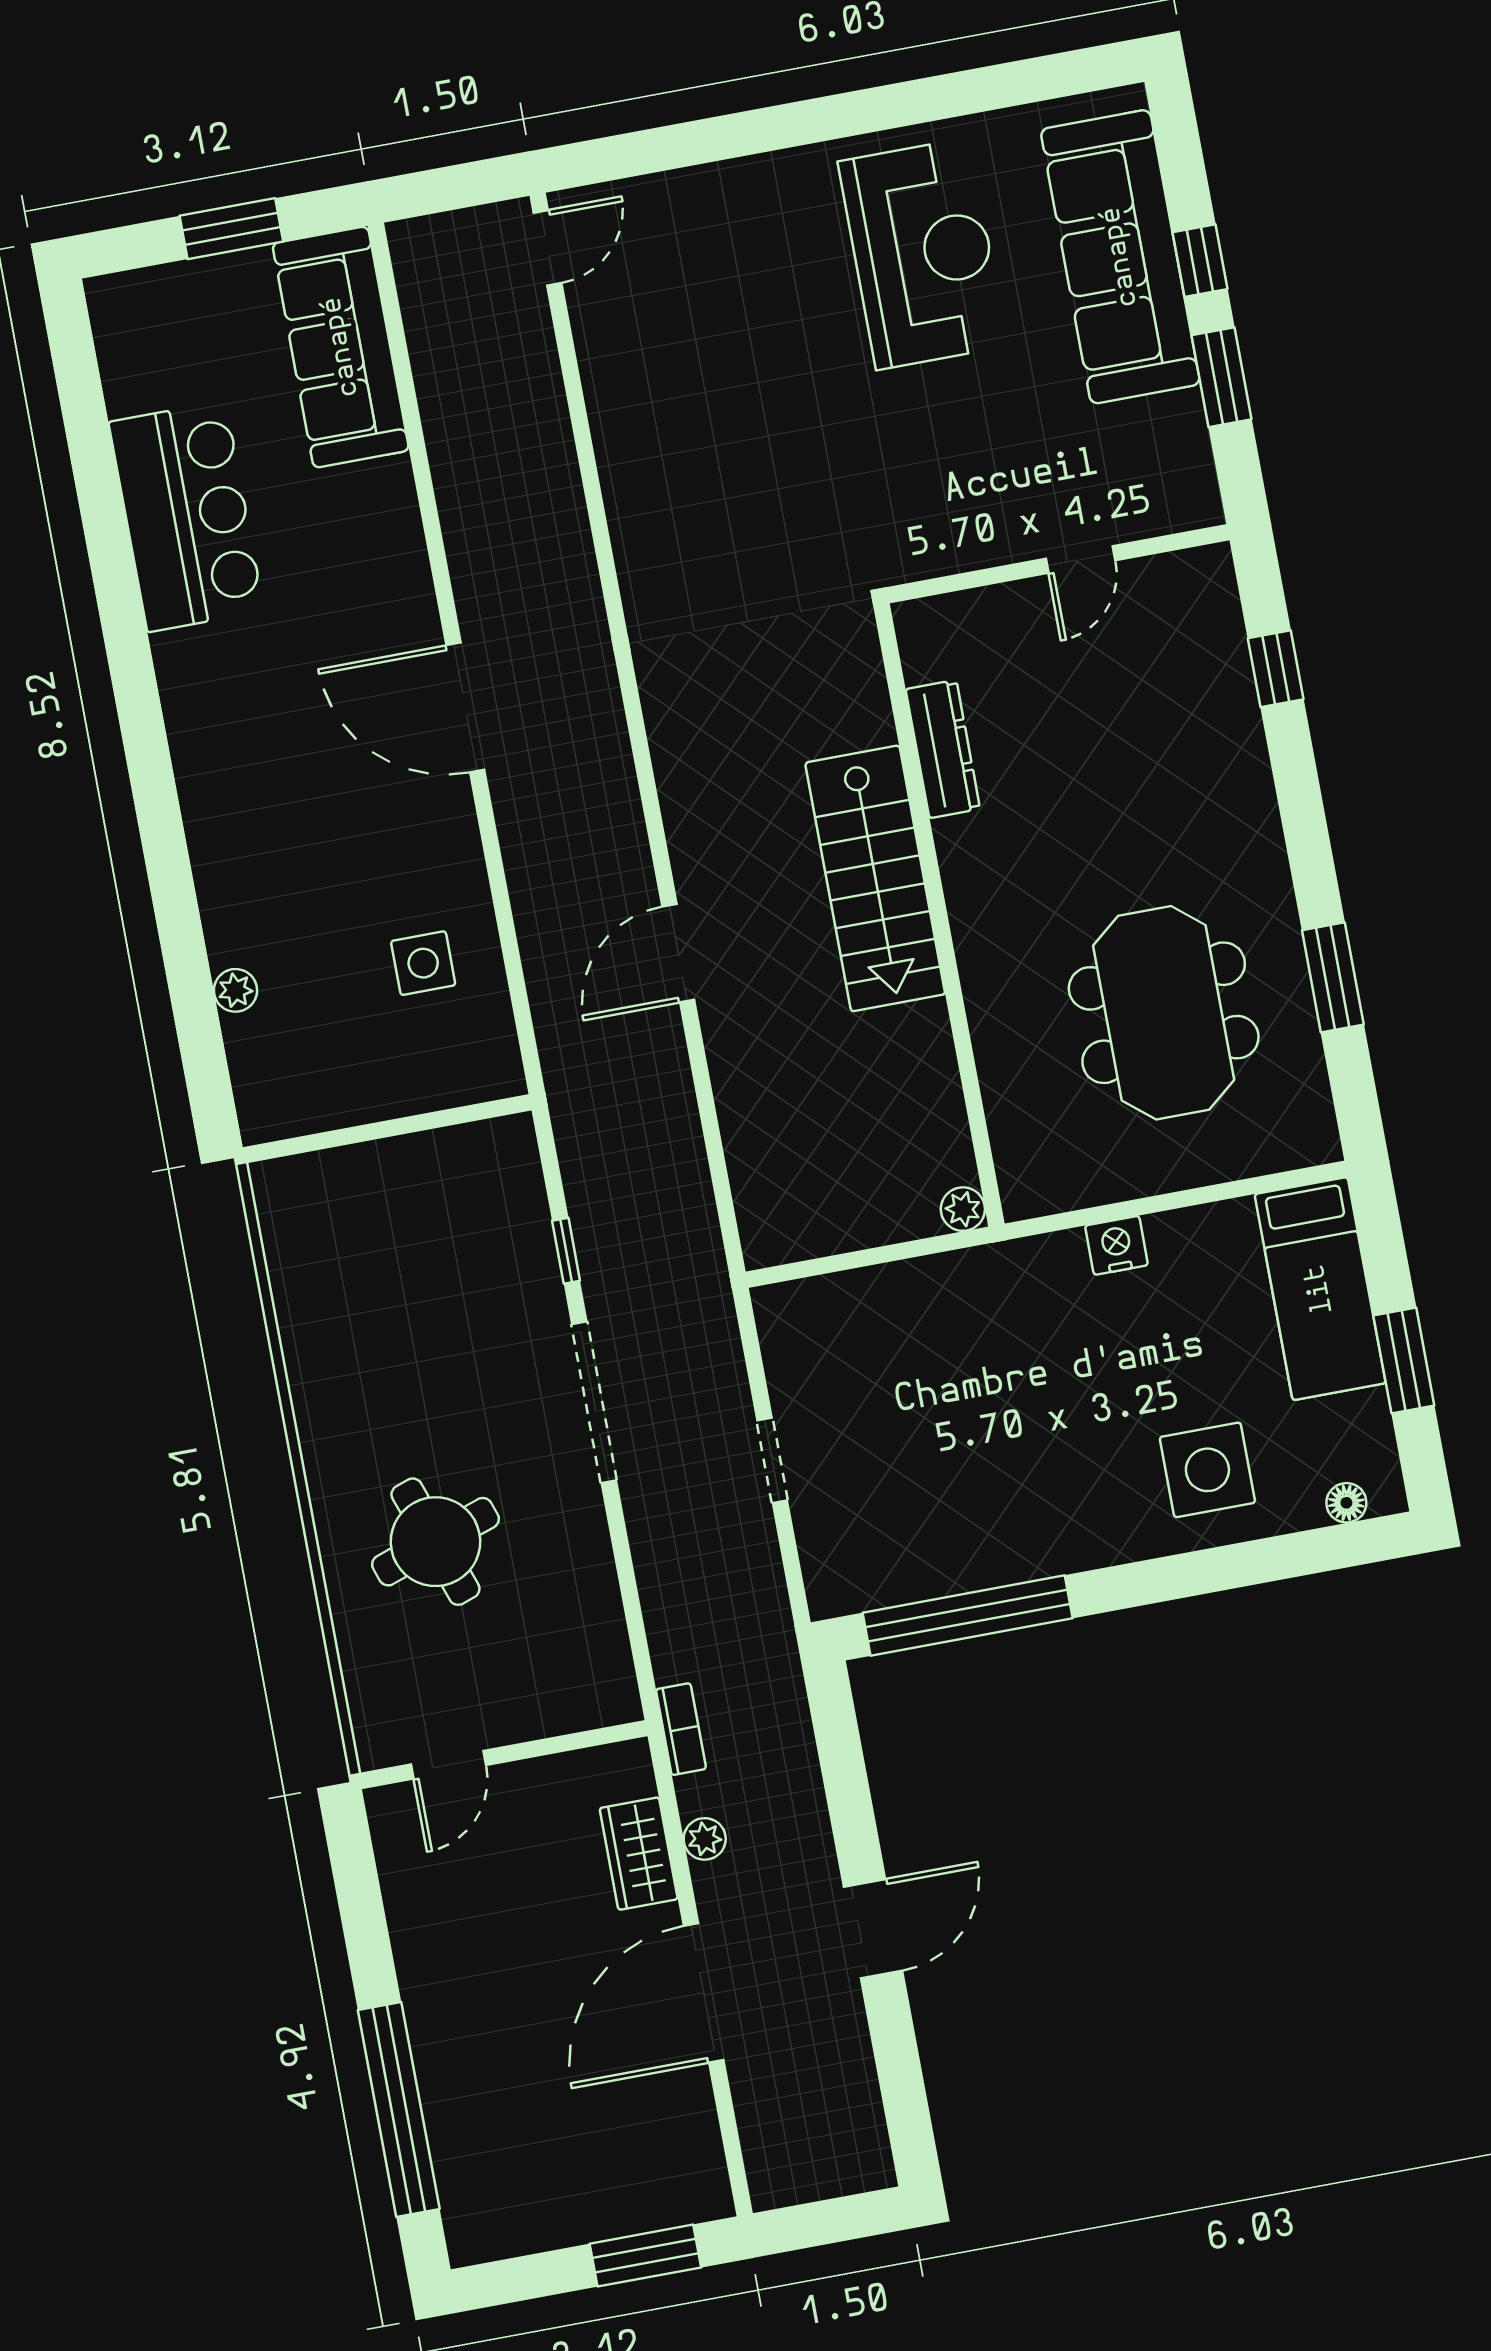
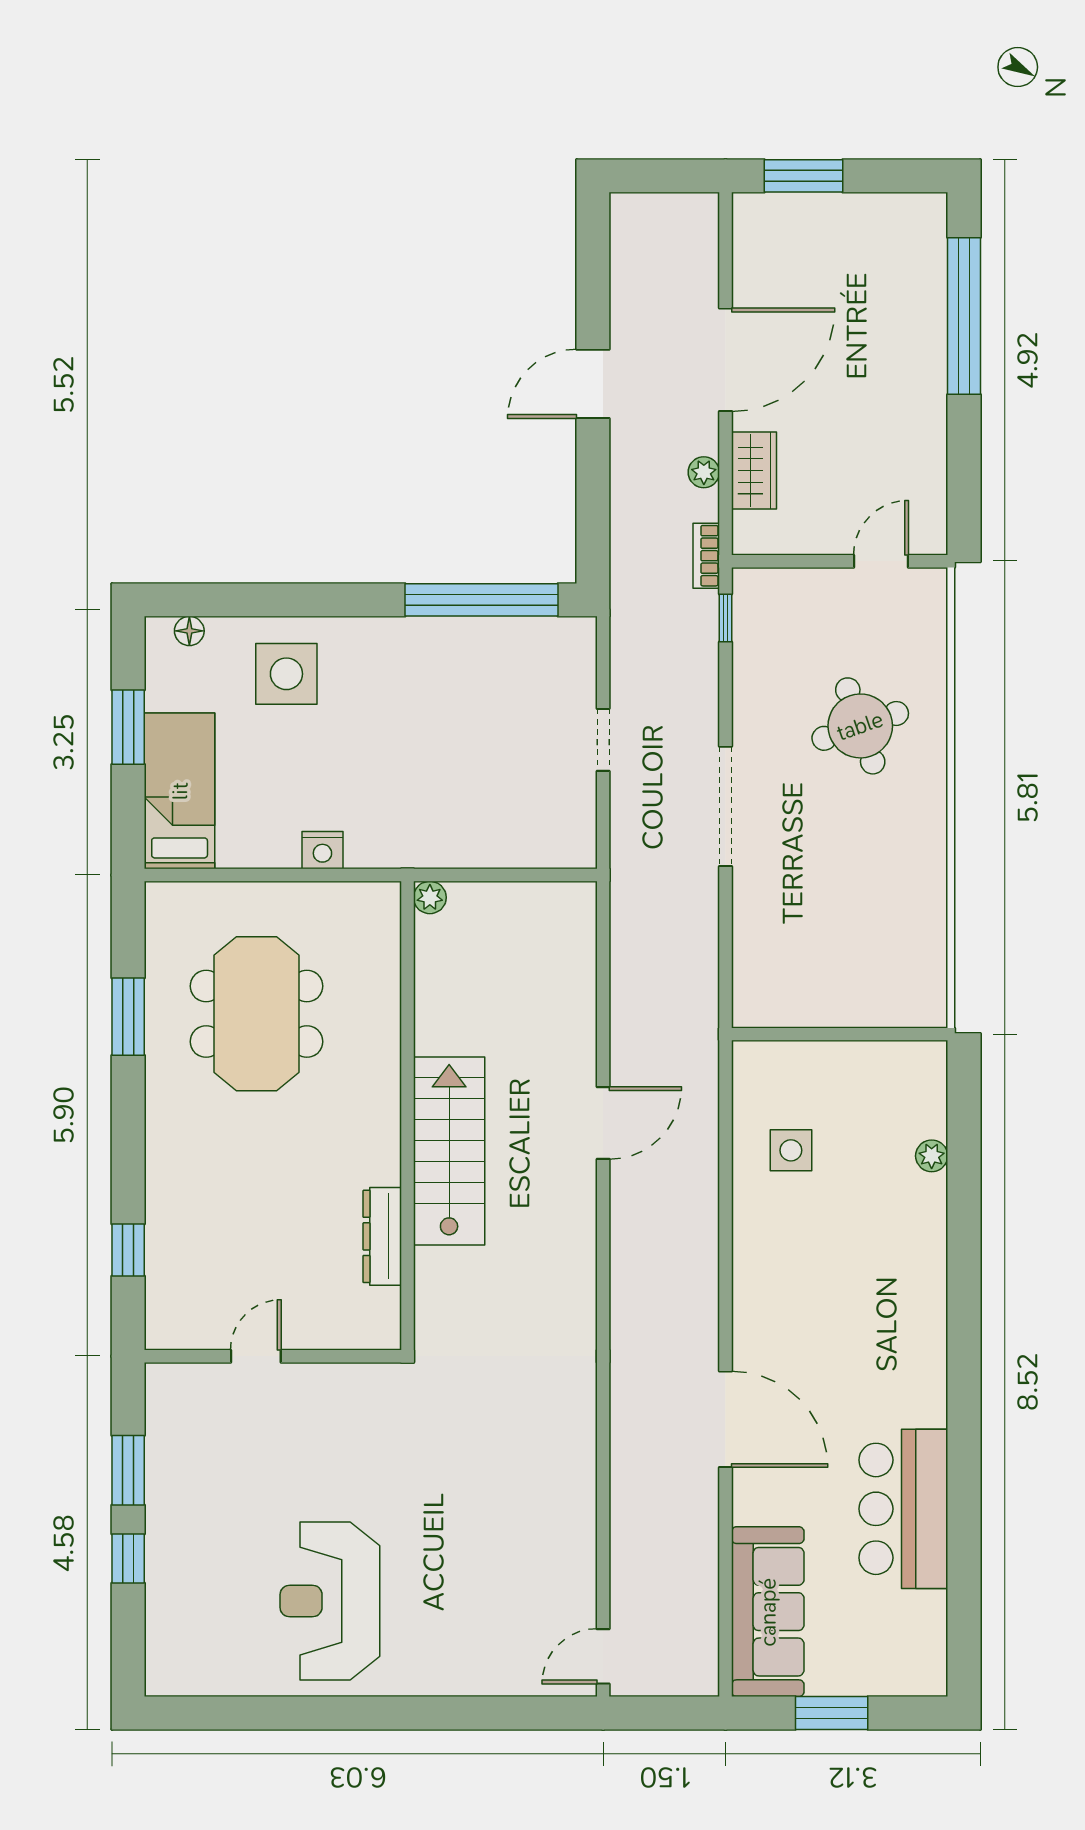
sofa: (1120, 257) -> (186, 1572), removed
door: (465, 708) -> (725, 1419), moved
window: (566, 1251) -> (725, 618), moved

